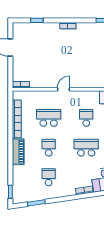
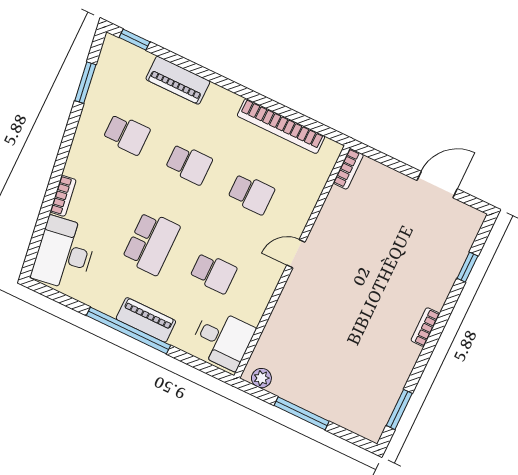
door: (63, 89) -> (296, 254), swing flipped
school desk: (49, 118) -> (251, 194), width x0.54
piano: (18, 152) -> (178, 80), moved

